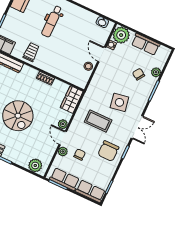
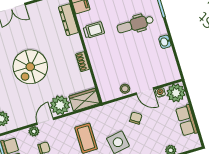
washbasin: (102, 22) -> (165, 42), moved
door: (102, 54) -> (145, 91), swing flipped
chair: (139, 74) -> (136, 118), moved
plant: (63, 124) -> (60, 105), width x1.87, depth x1.87

